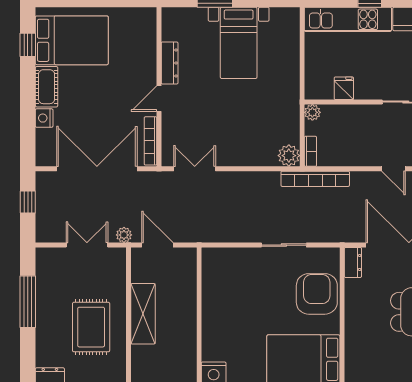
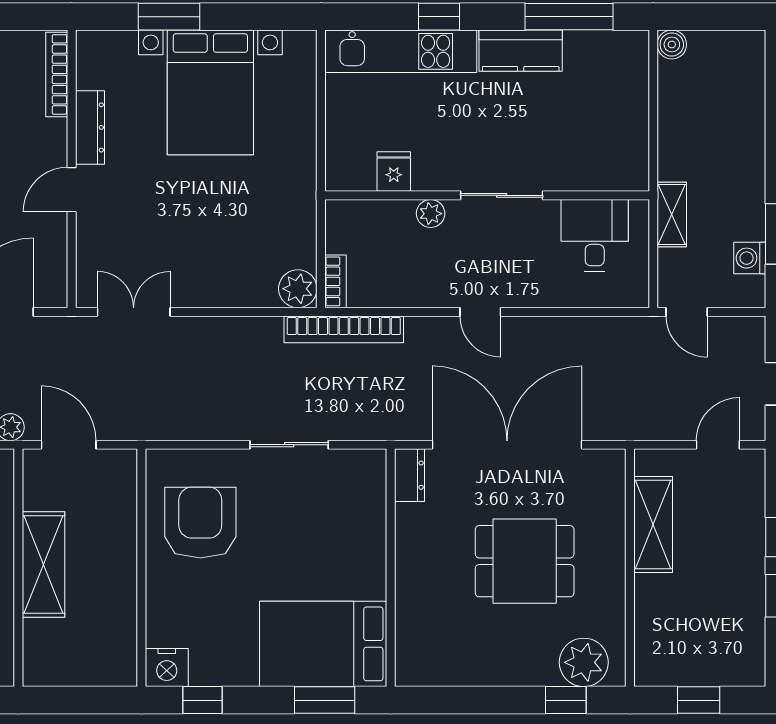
bed with nightstands: (239, 43) -> (210, 92), width x1.36
plant: (312, 112) -> (431, 214), moved
bookcase: (151, 141) -> (57, 74), moved
armchair: (317, 294) -> (200, 523), moved

